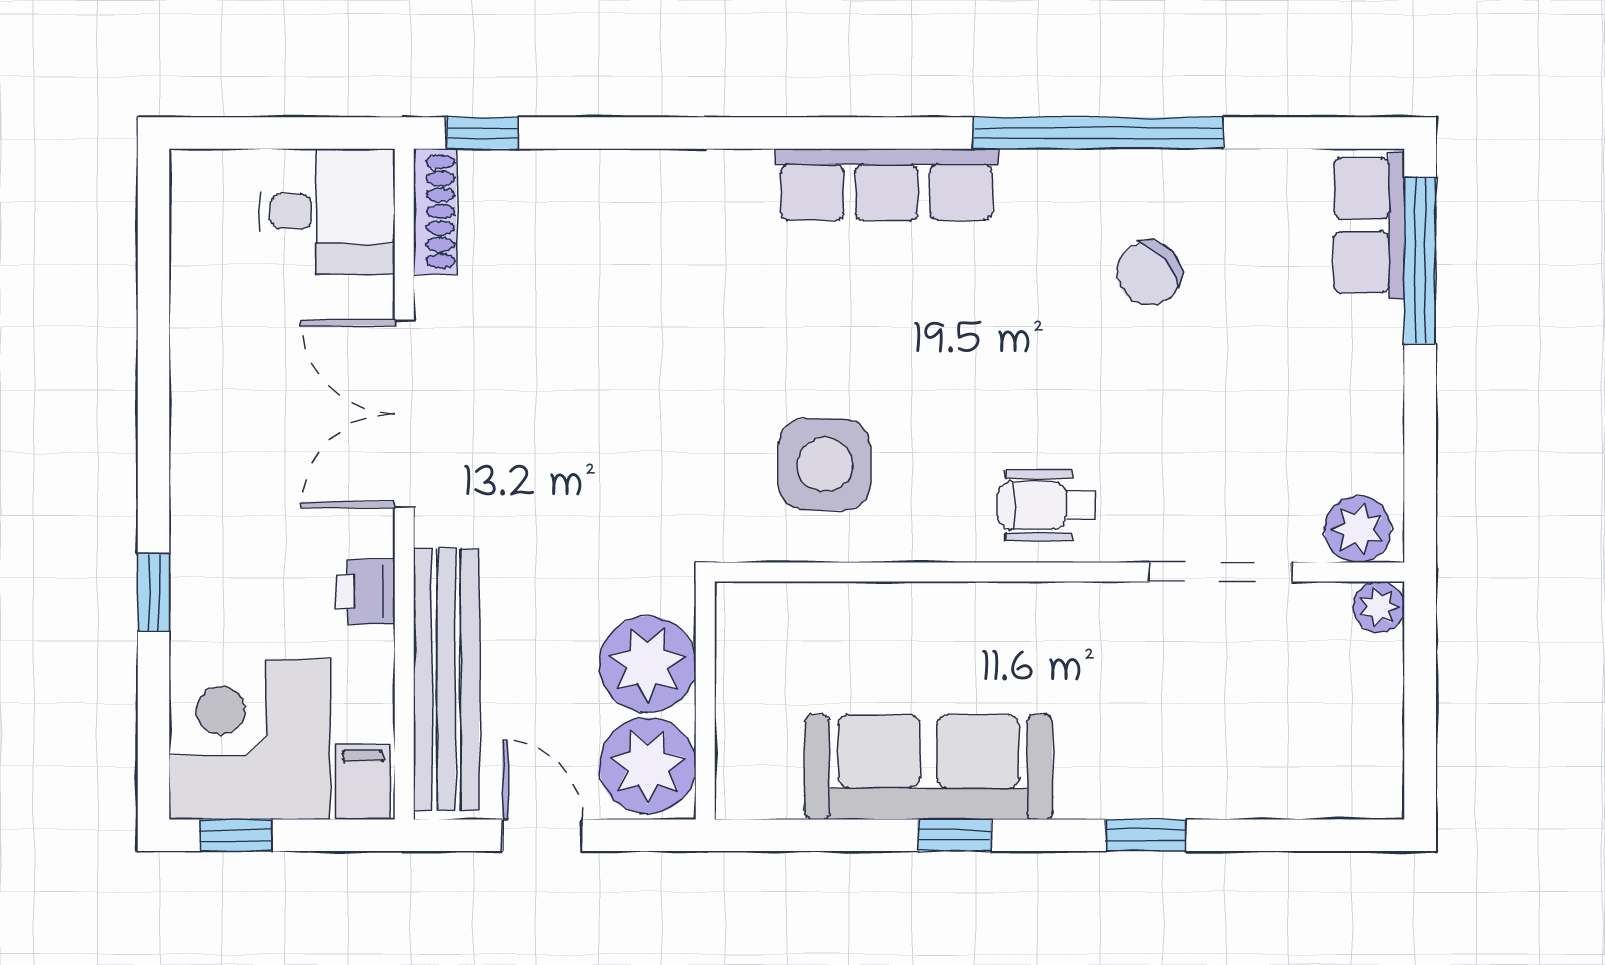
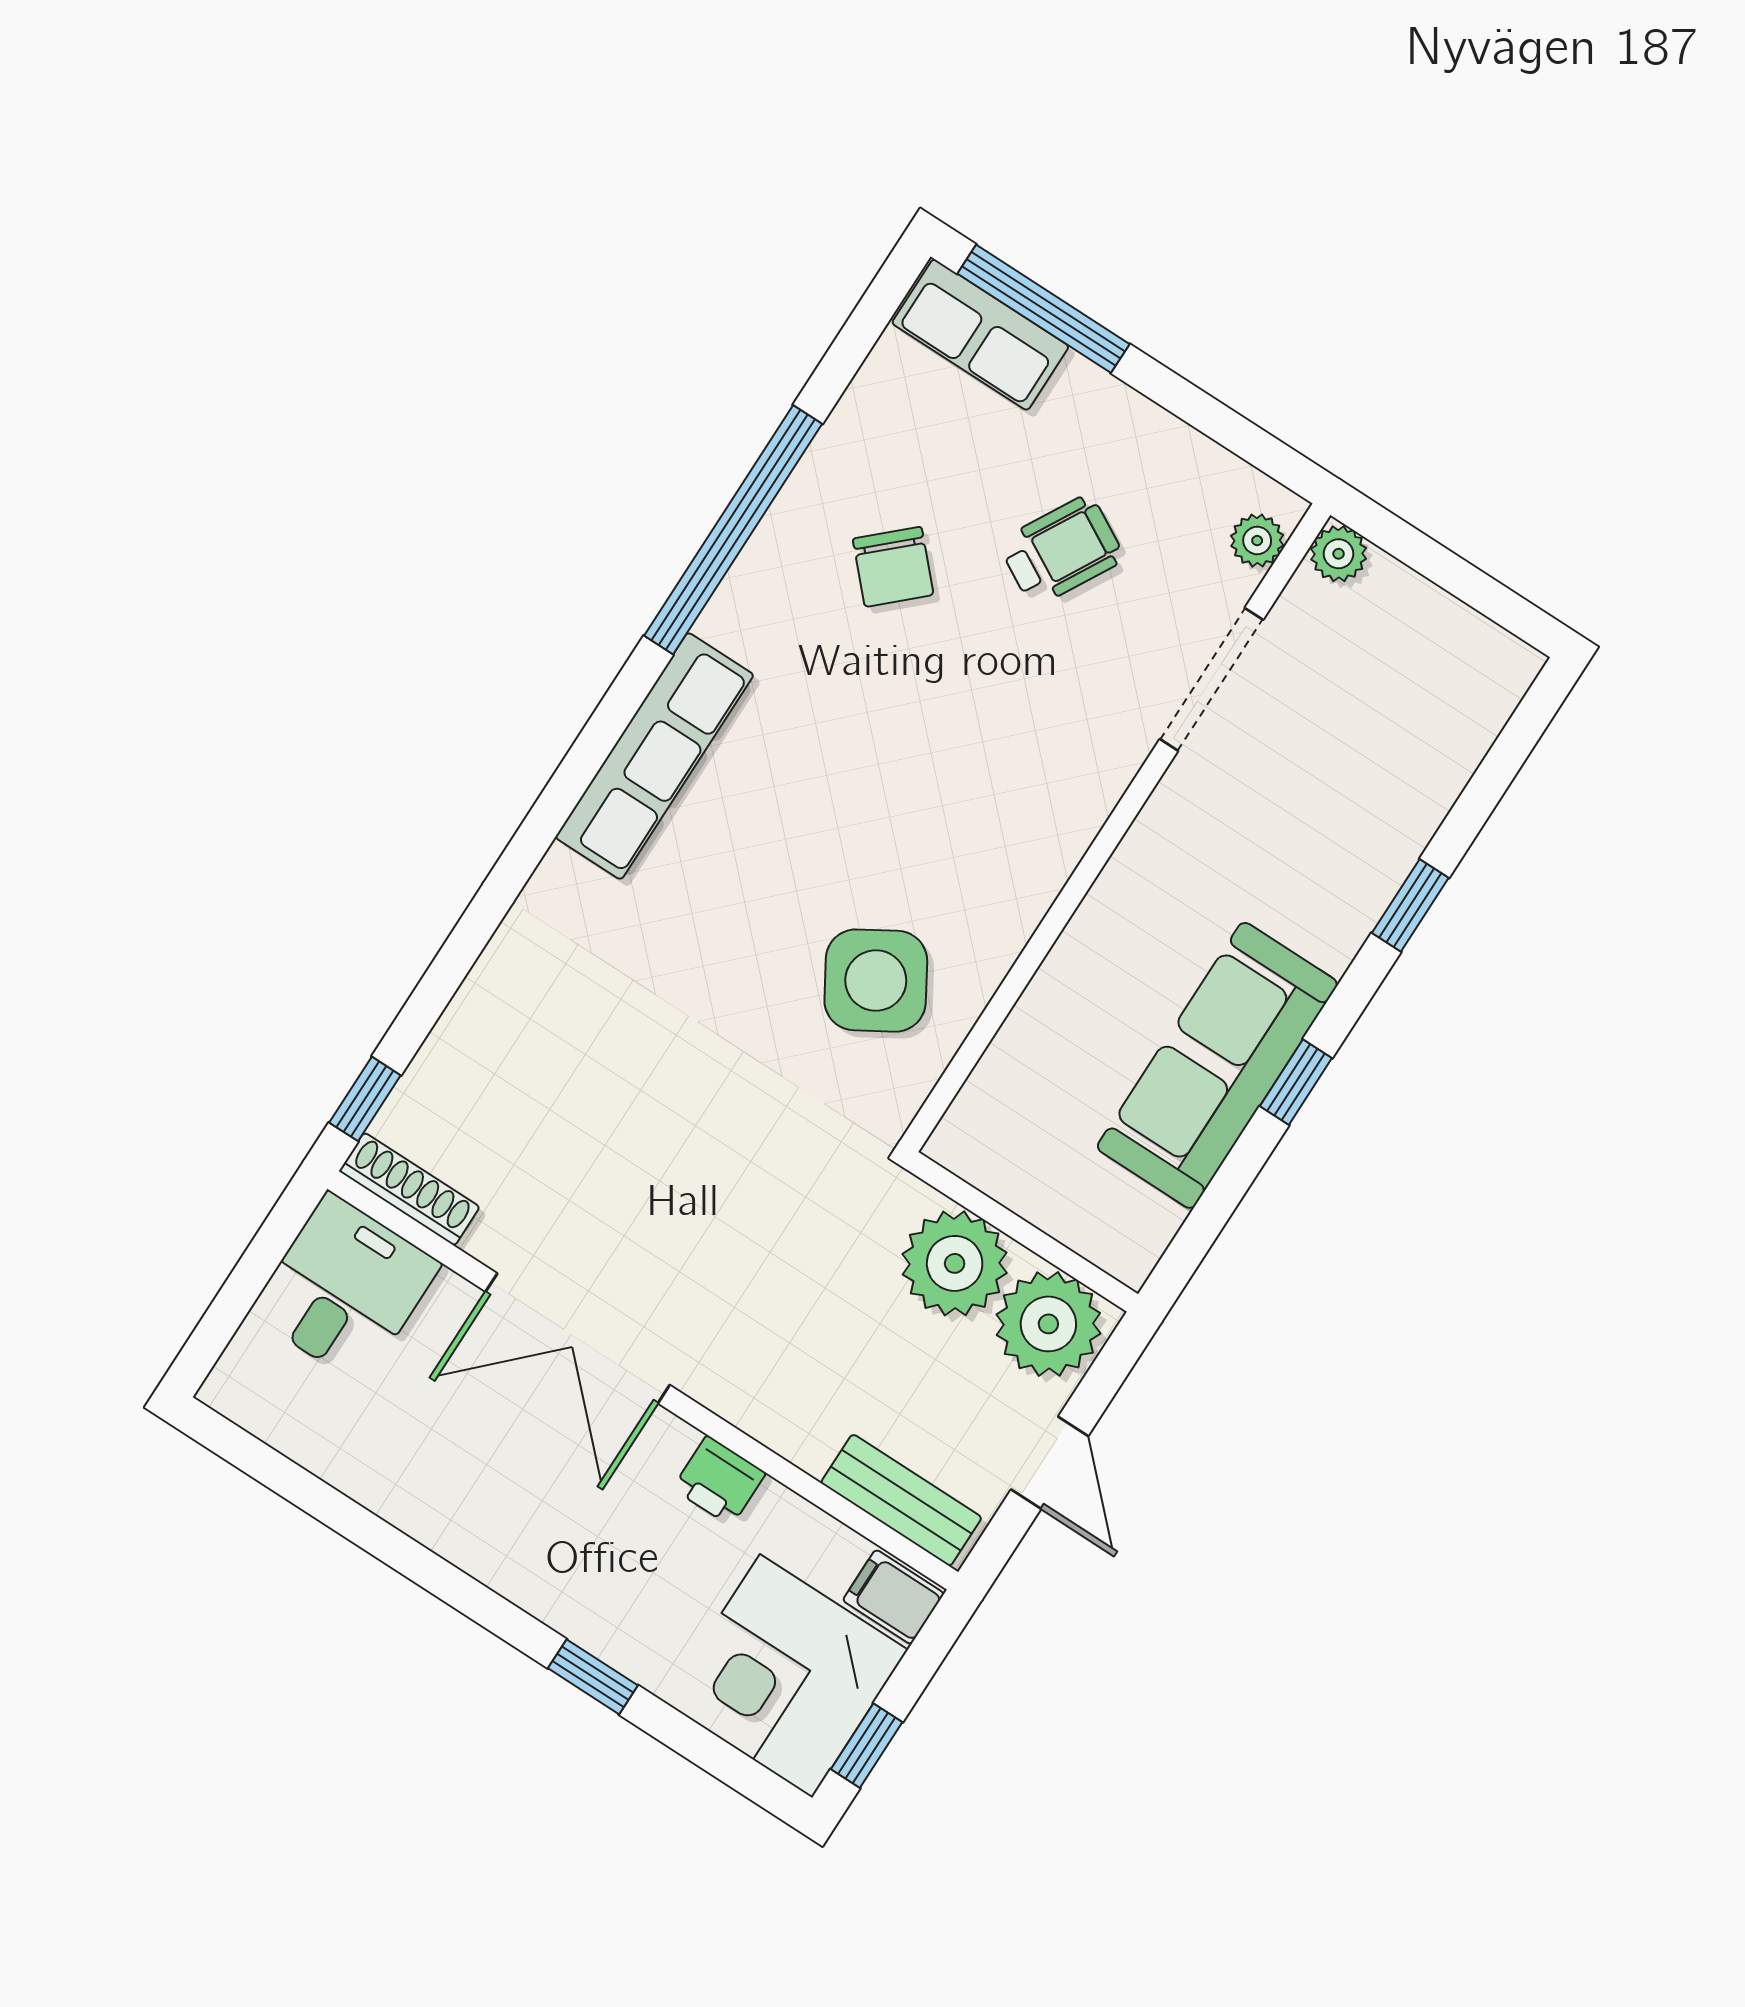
side table: (825, 464) -> (876, 981), turned -31
wheelchair: (1047, 506) -> (1061, 551), moved, turned -151
plant: (1358, 529) -> (1257, 541), width x0.73, depth x0.73
bench: (446, 680) -> (901, 1500), width x0.54, depth x0.82
door: (542, 835) -> (1050, 1463), swing flipped

